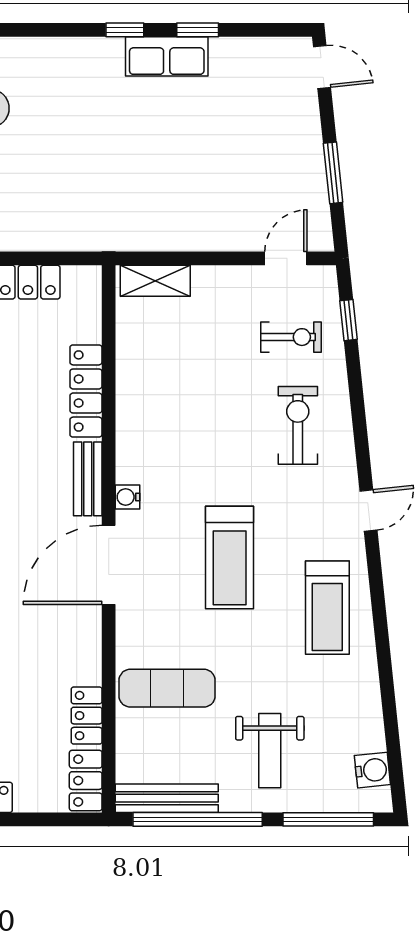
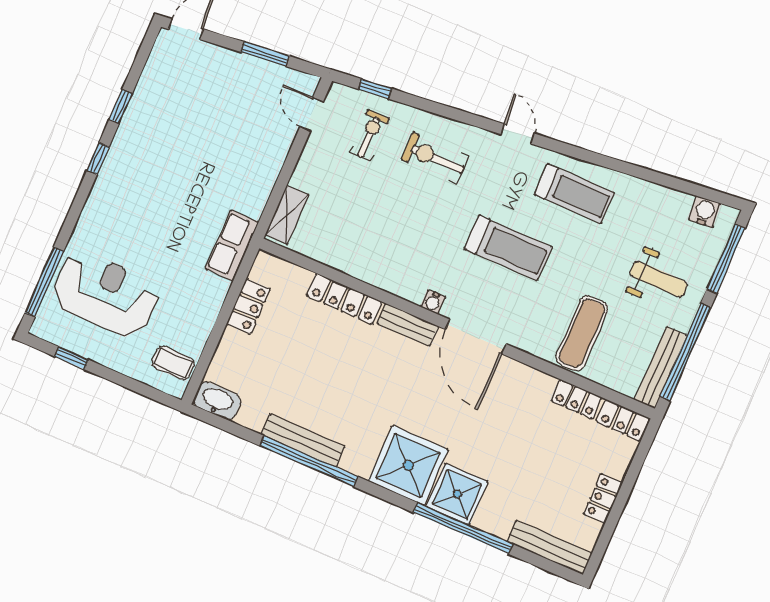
row of seats: (167, 56) -> (232, 245), moved, turned 180

